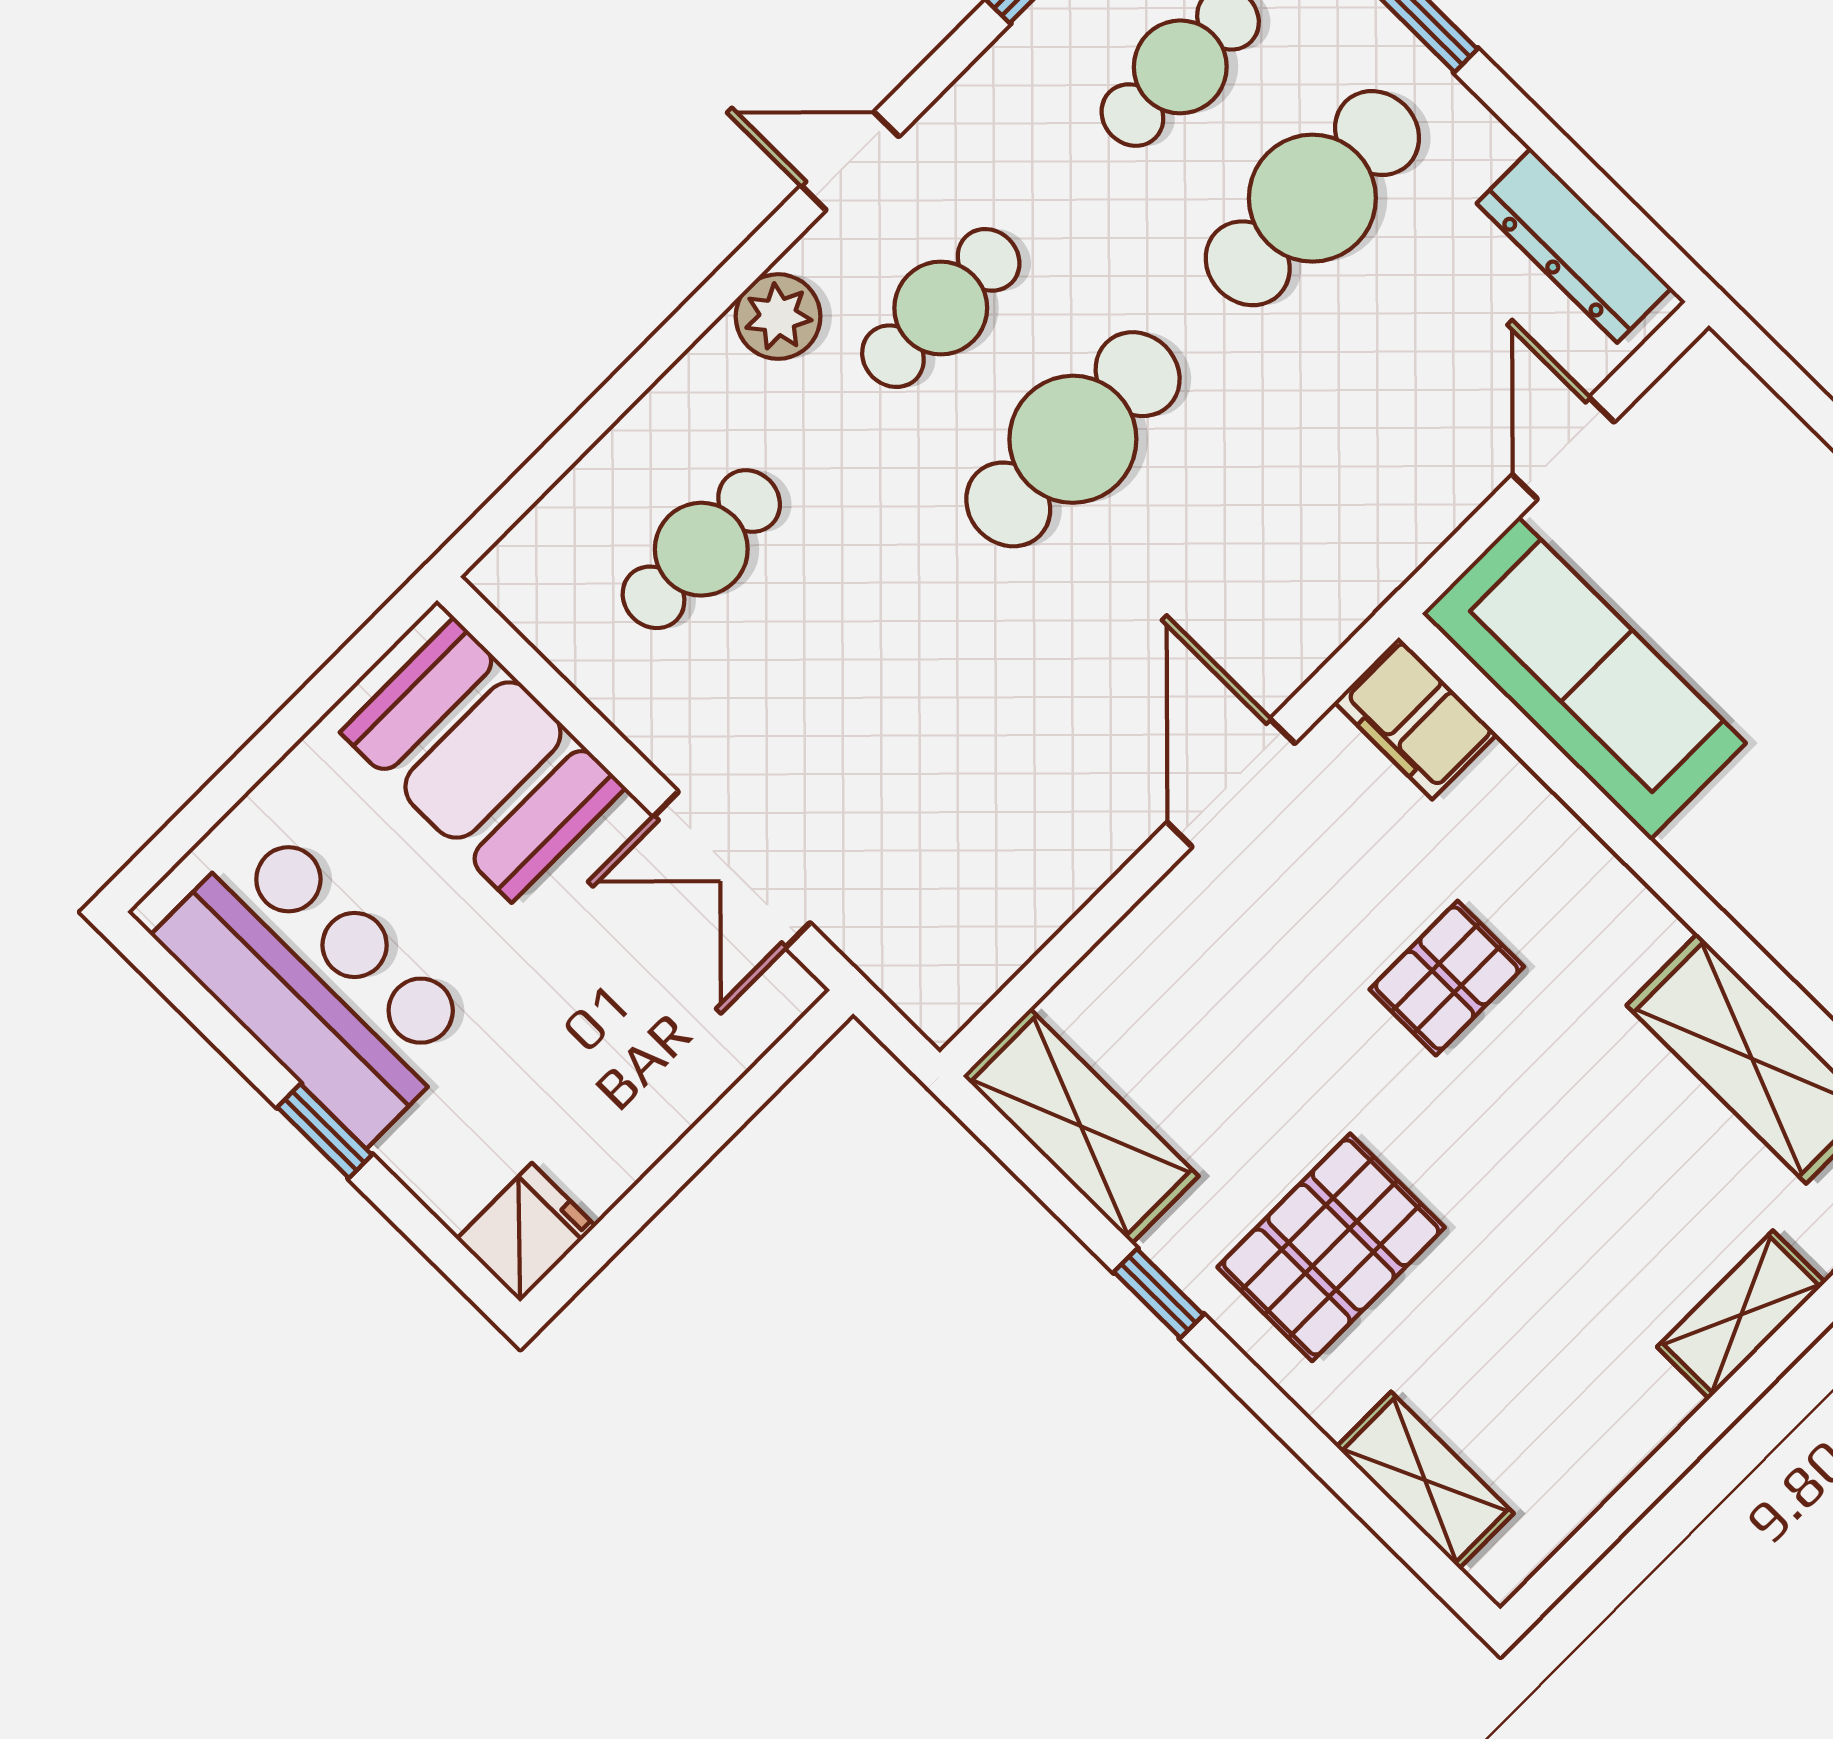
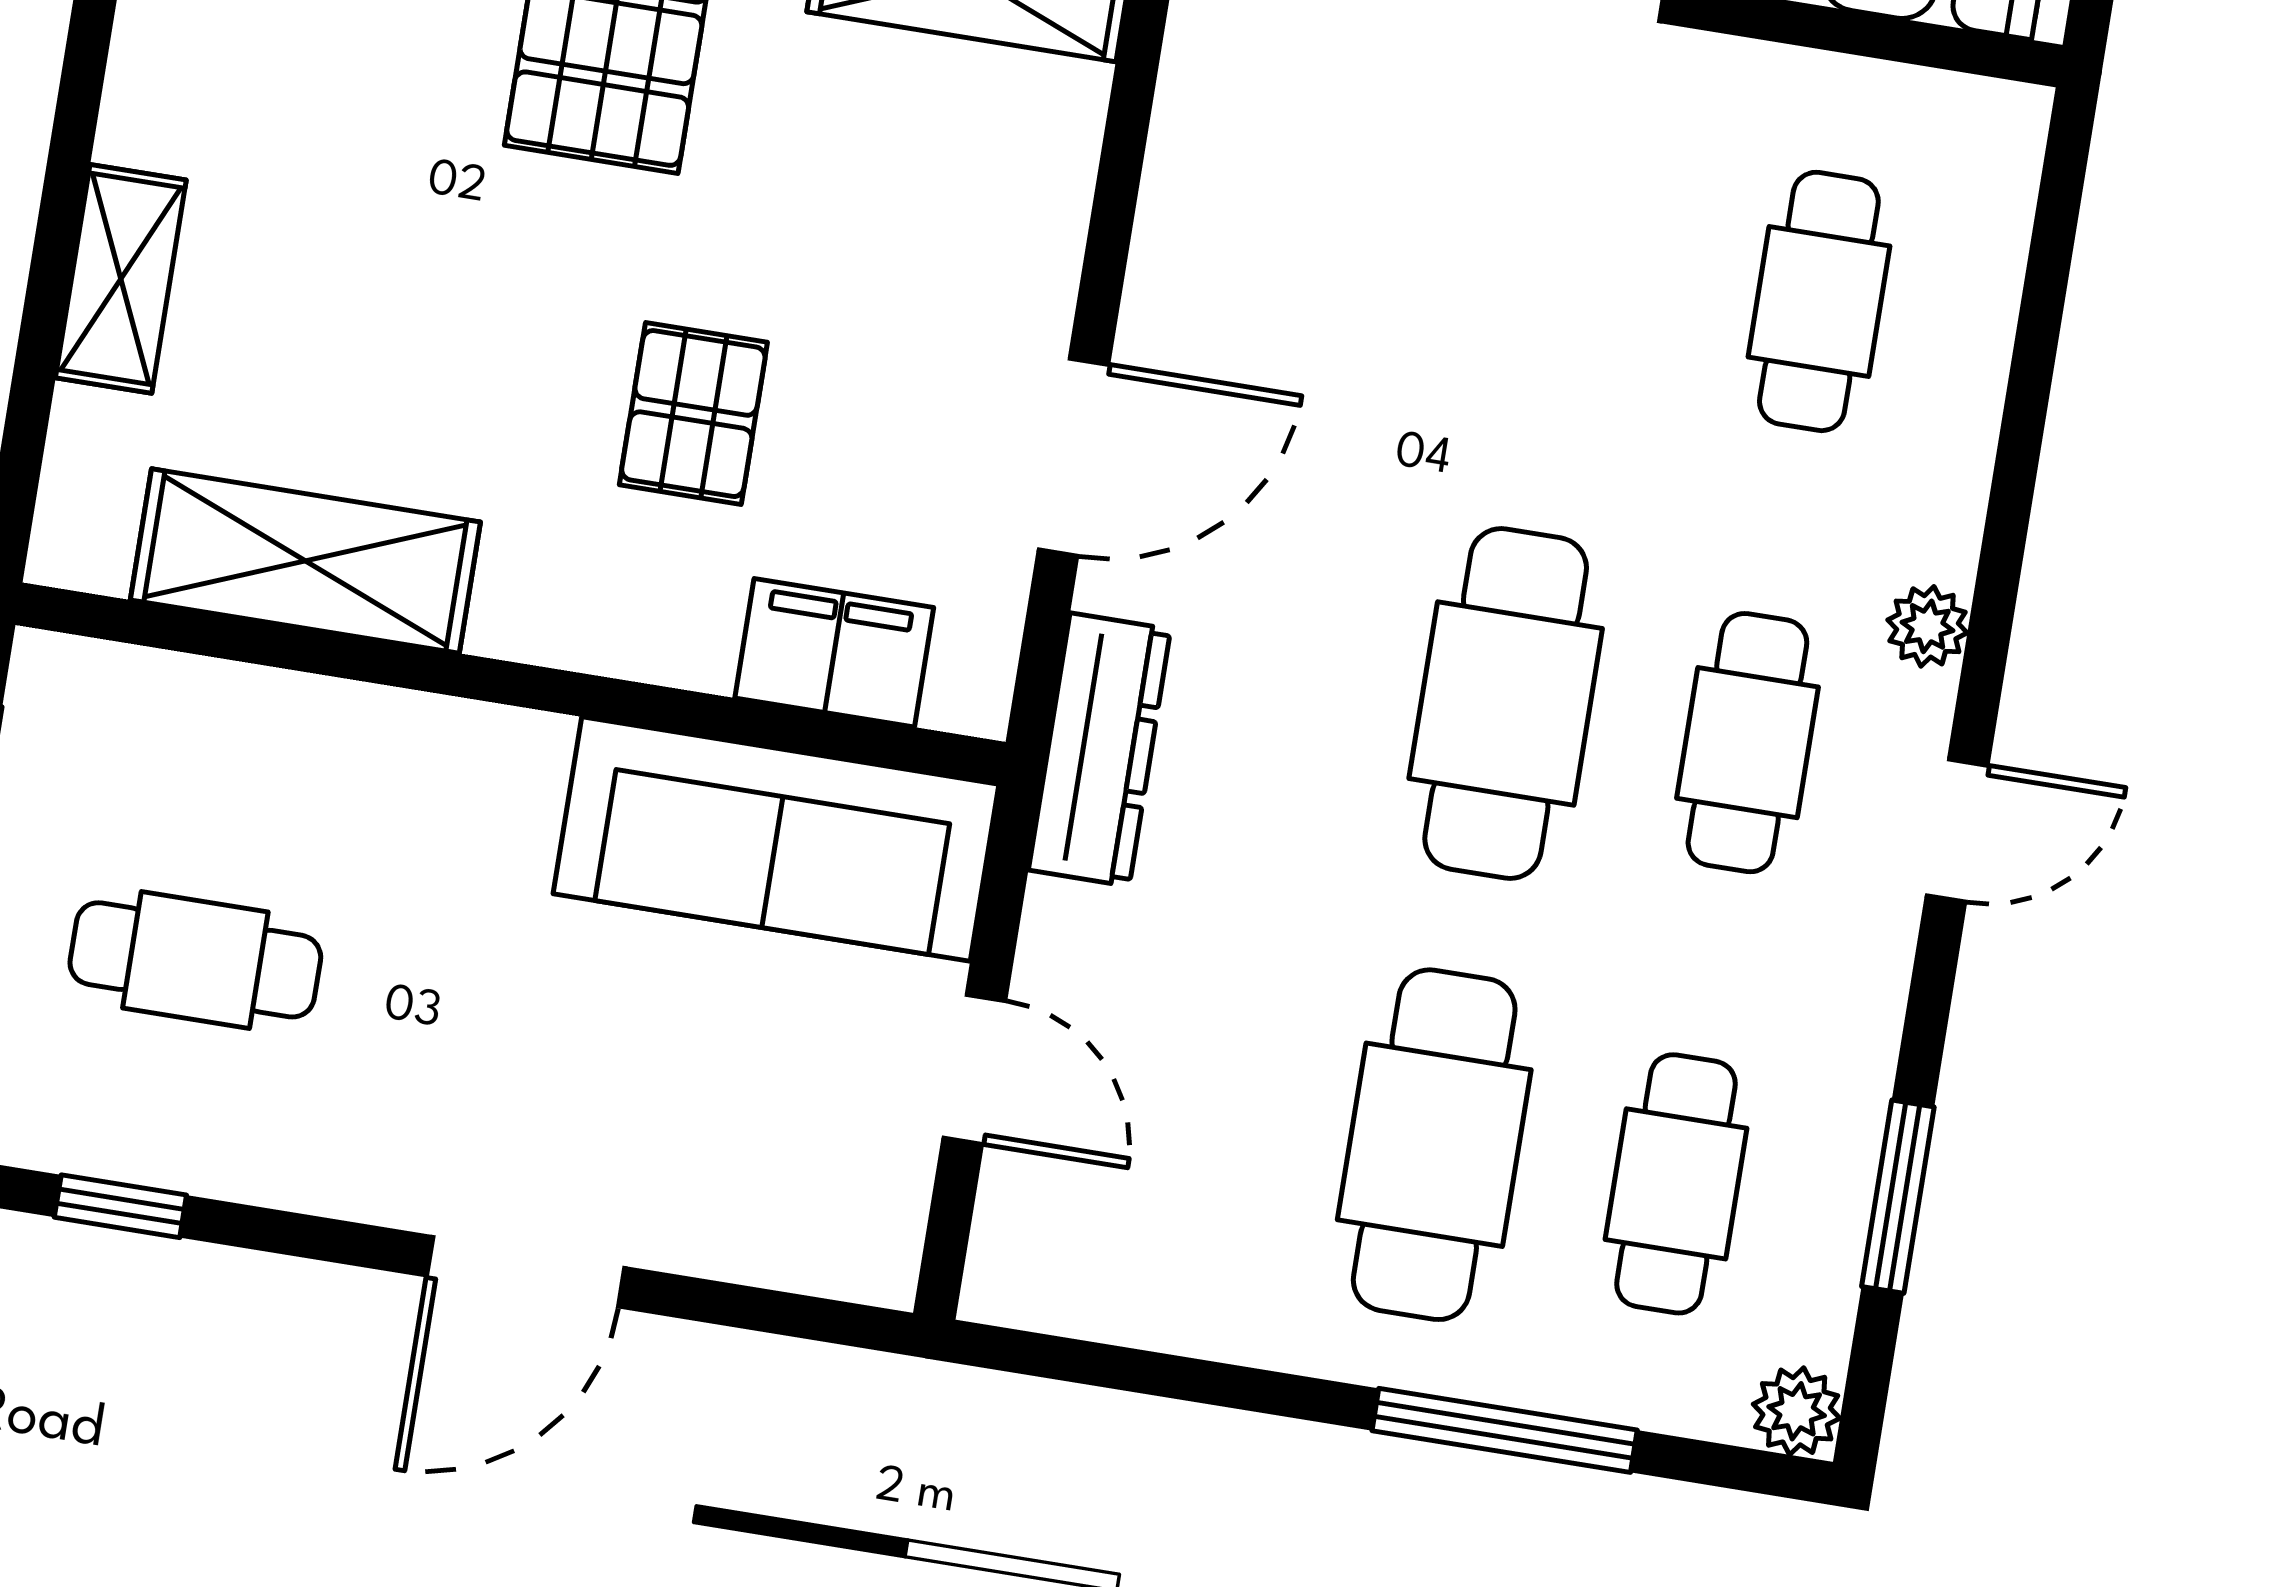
dresser: (1574, 246) -> (1100, 750), moved, turned 90
plant: (778, 317) -> (1927, 626), width x0.73, depth x0.73
filing cabinet: (1416, 718) -> (834, 653), moved
door: (1231, 783) -> (1074, 457), hinge flipped

